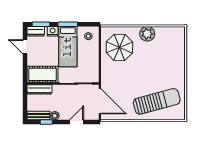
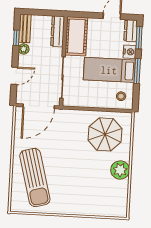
door: (77, 122) -> (14, 76), hinge flipped

